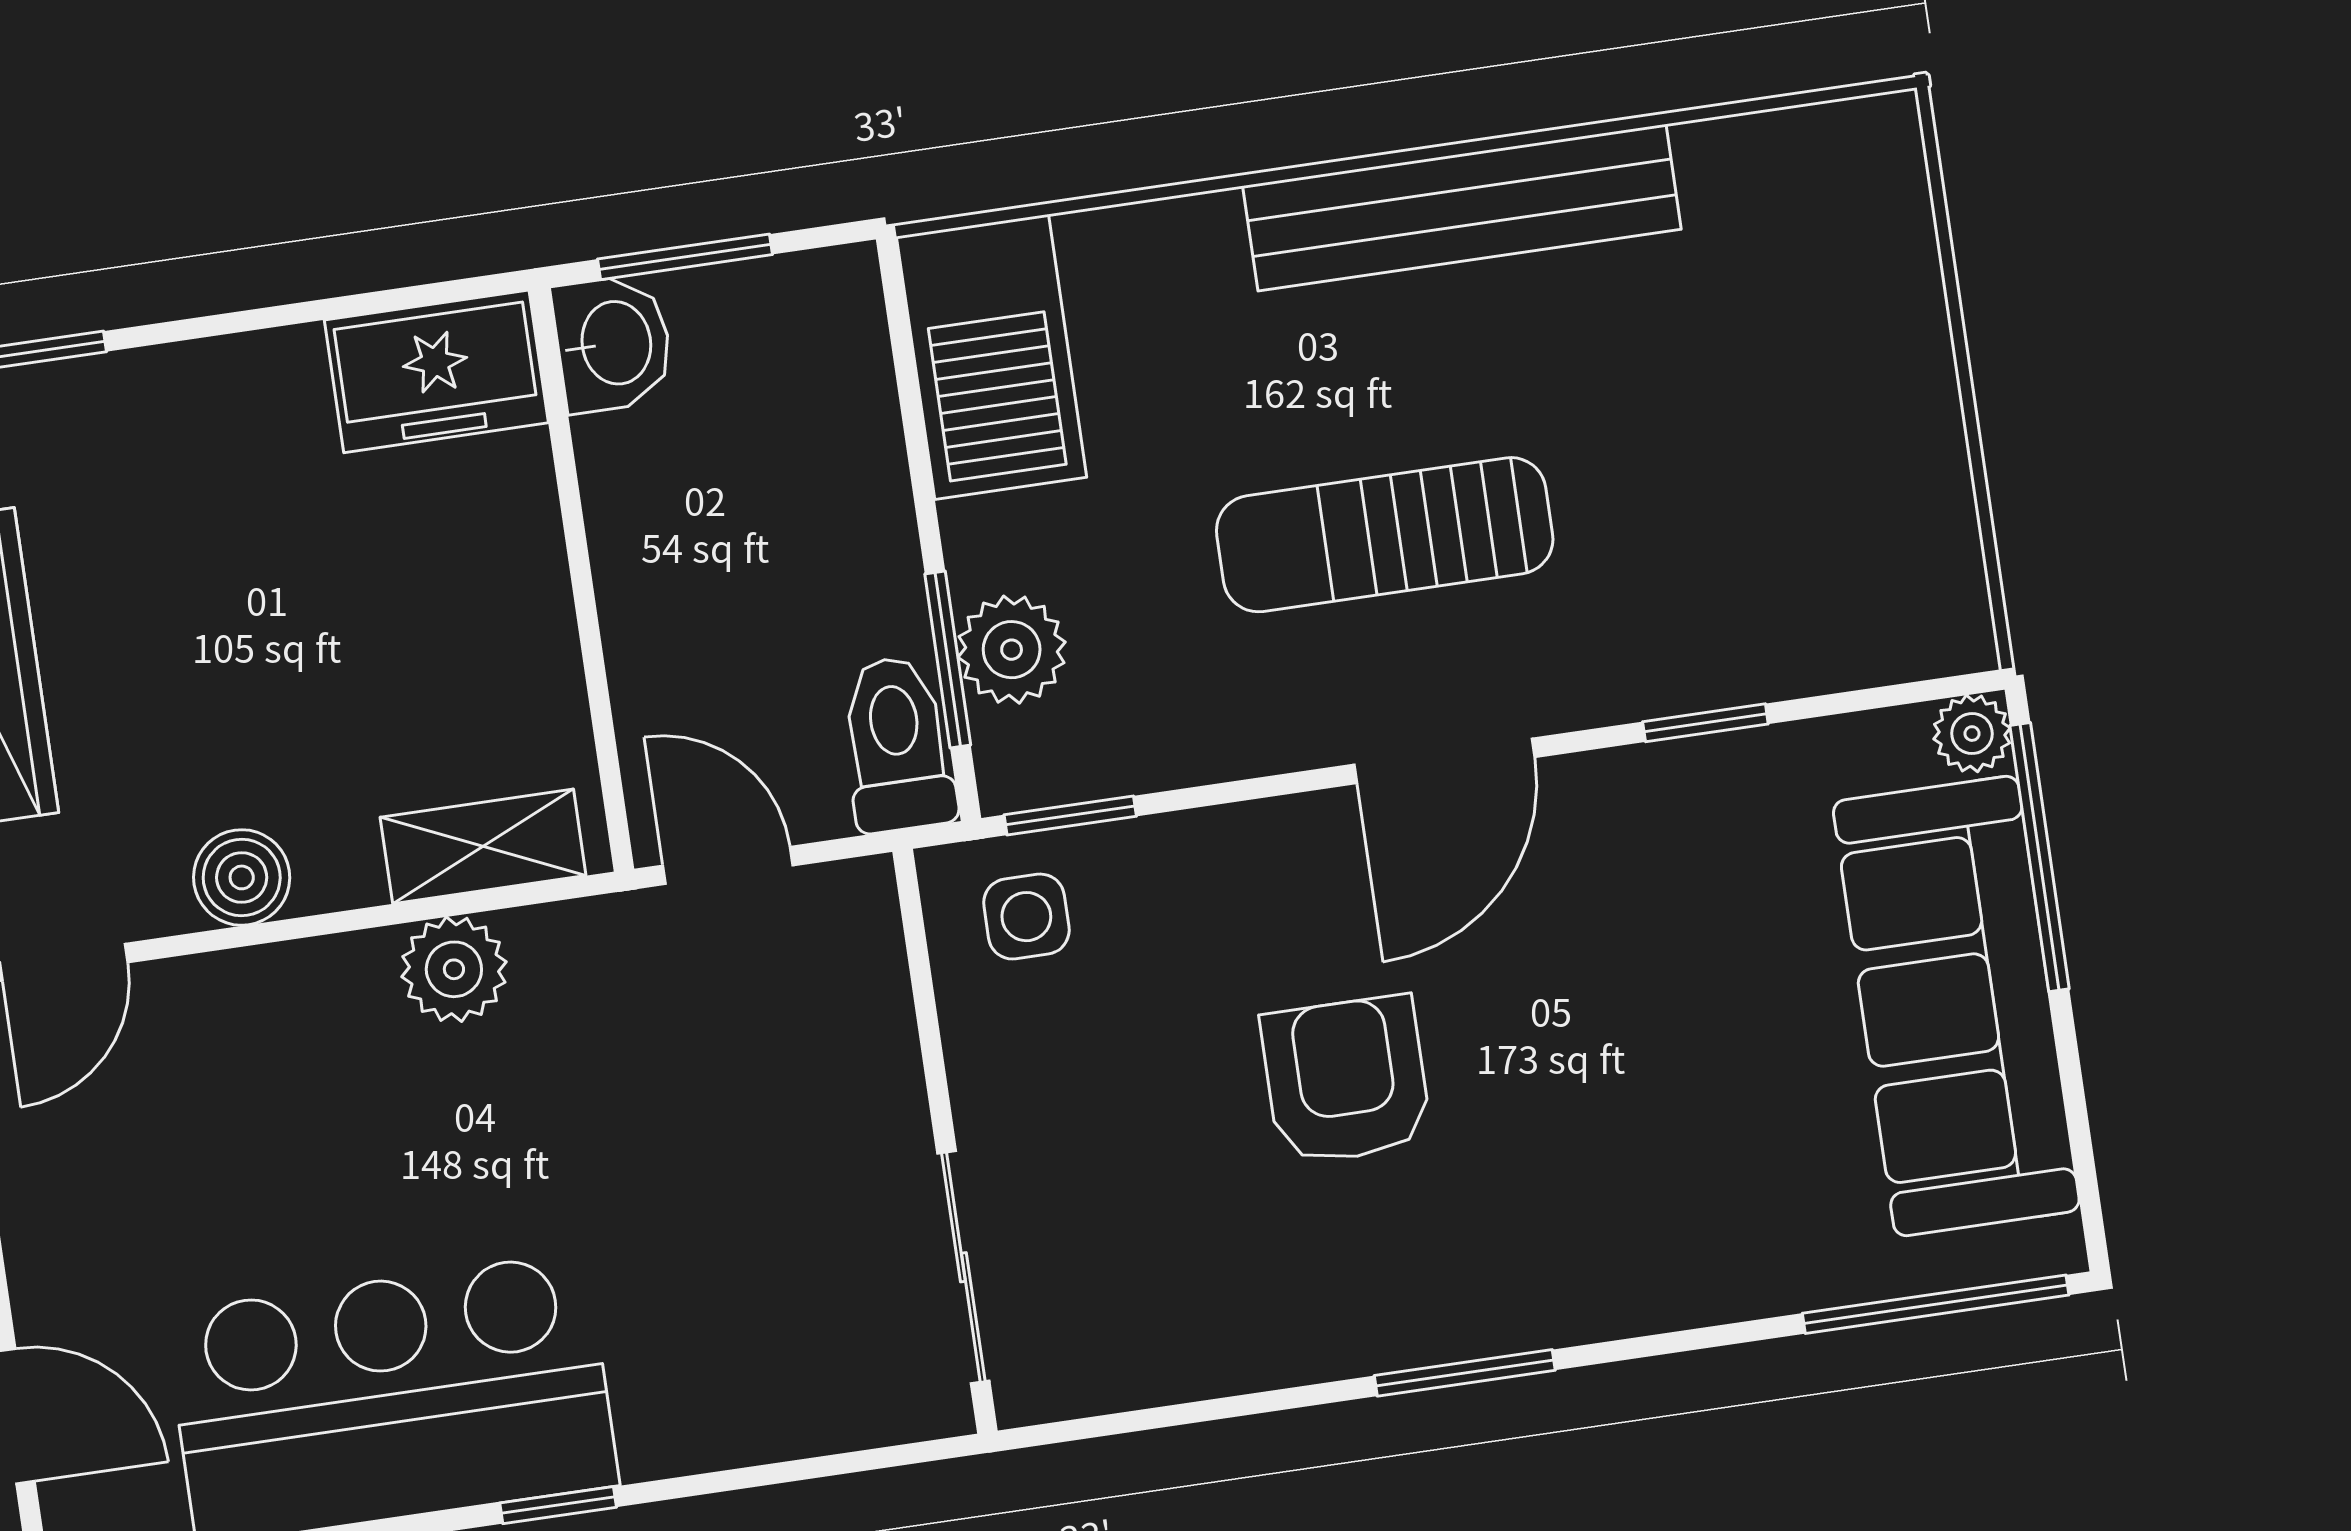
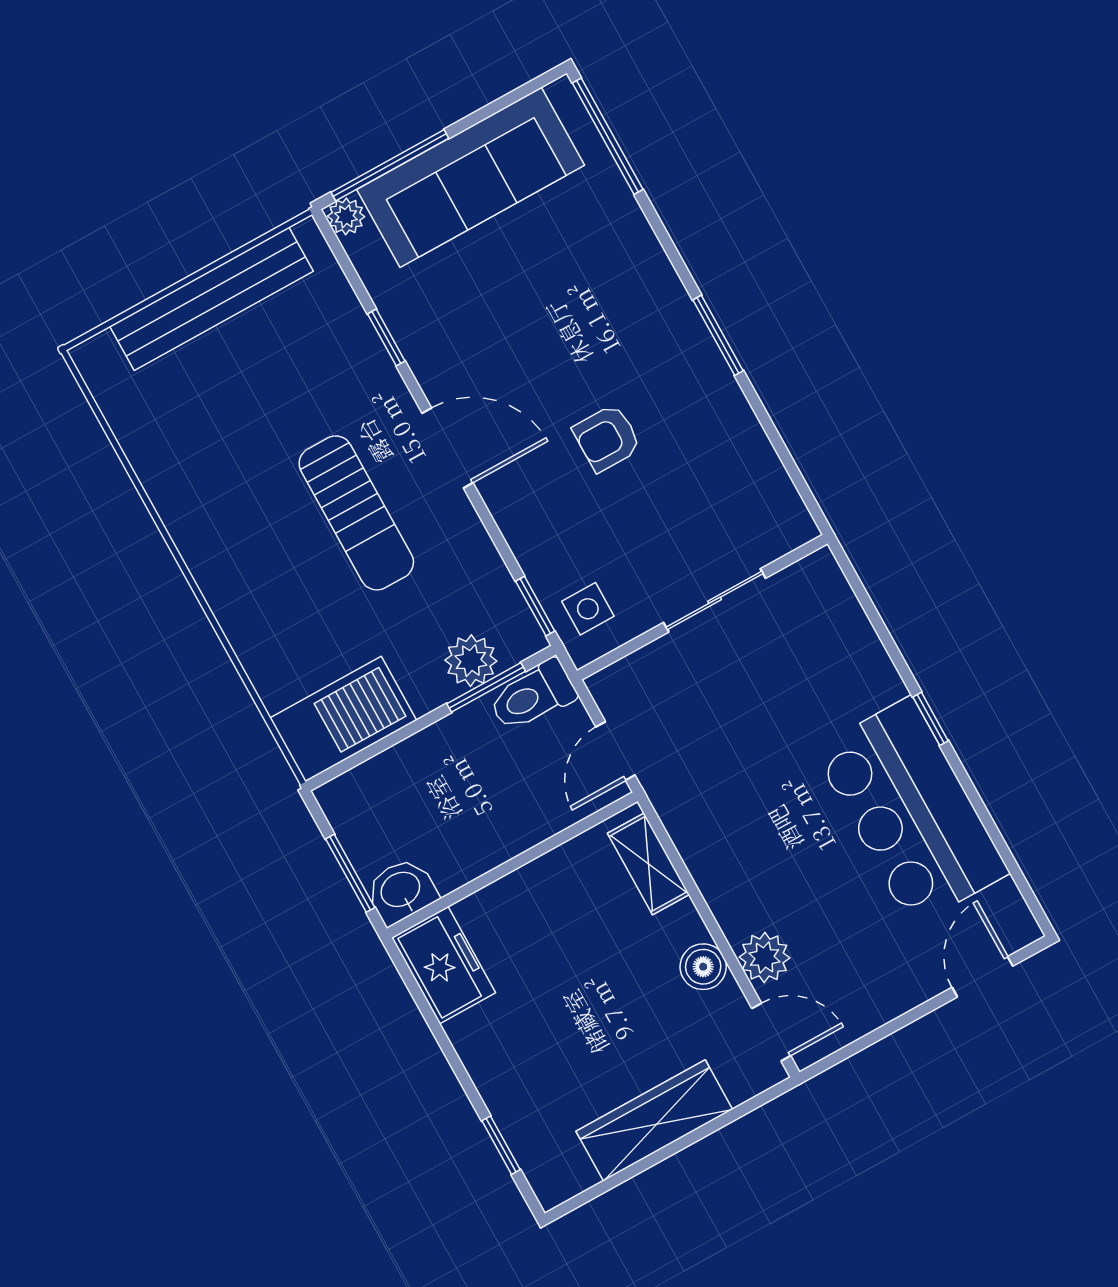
bench: (1462, 208) -> (212, 299), moved, turned 90
plant: (454, 969) -> (765, 958), moved
armchair: (1346, 1080) -> (607, 438), width x0.72, depth x0.72
sliding door: (963, 1267) -> (715, 600), moved

